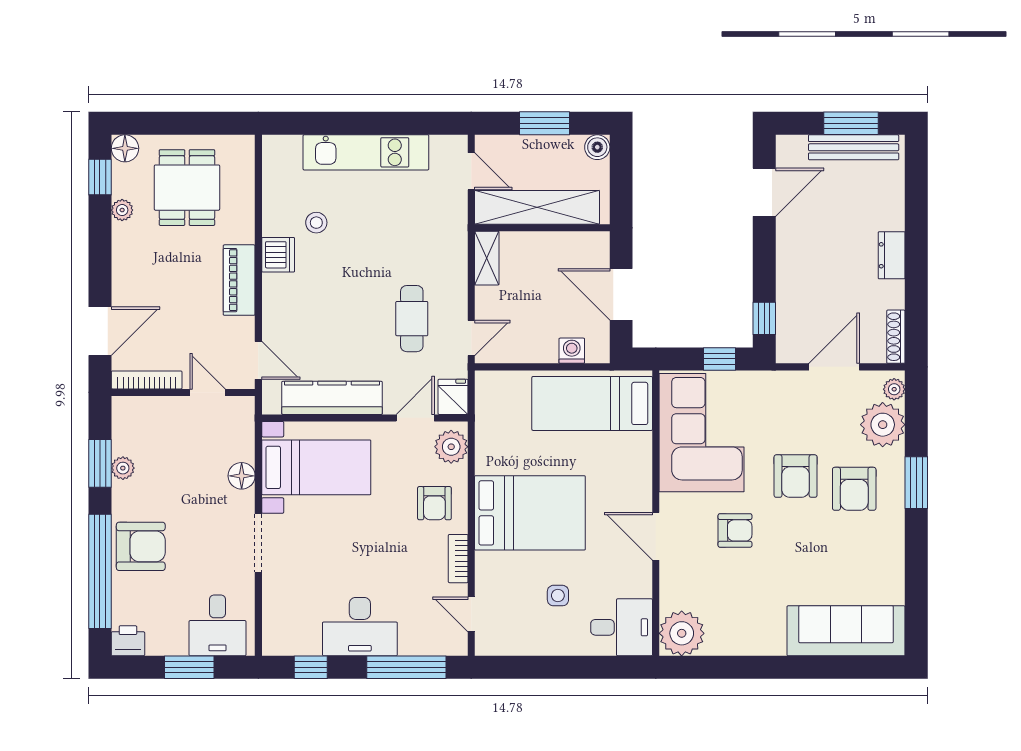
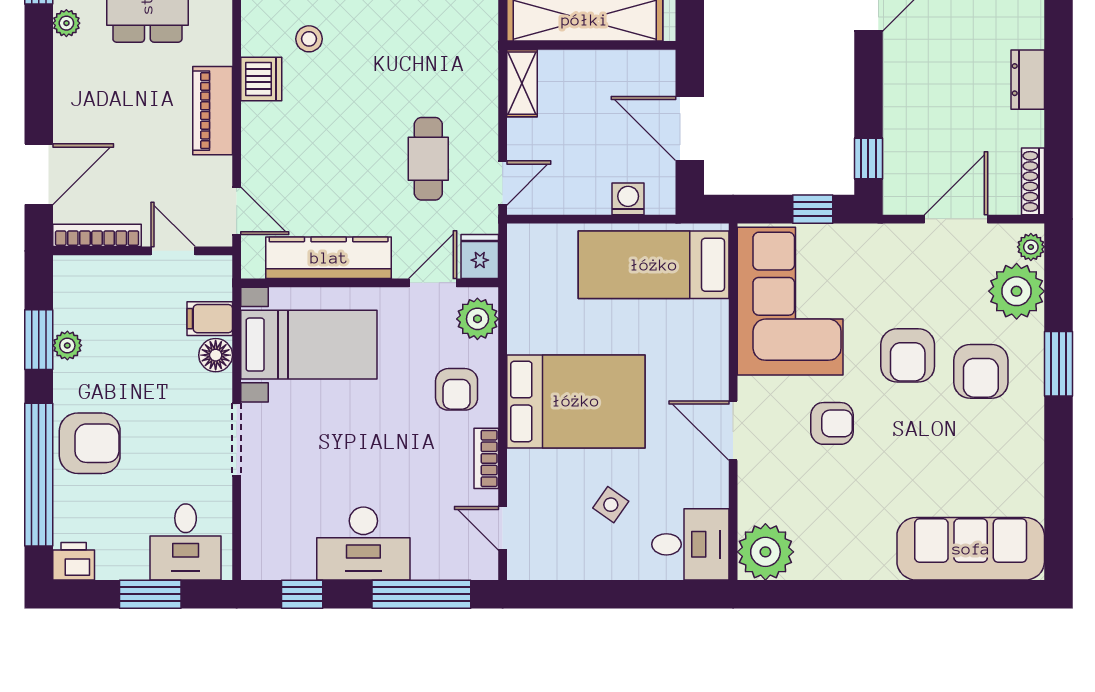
filing cabinet: (237, 447) -> (210, 319), added
side table: (558, 596) -> (611, 505), turned 35

